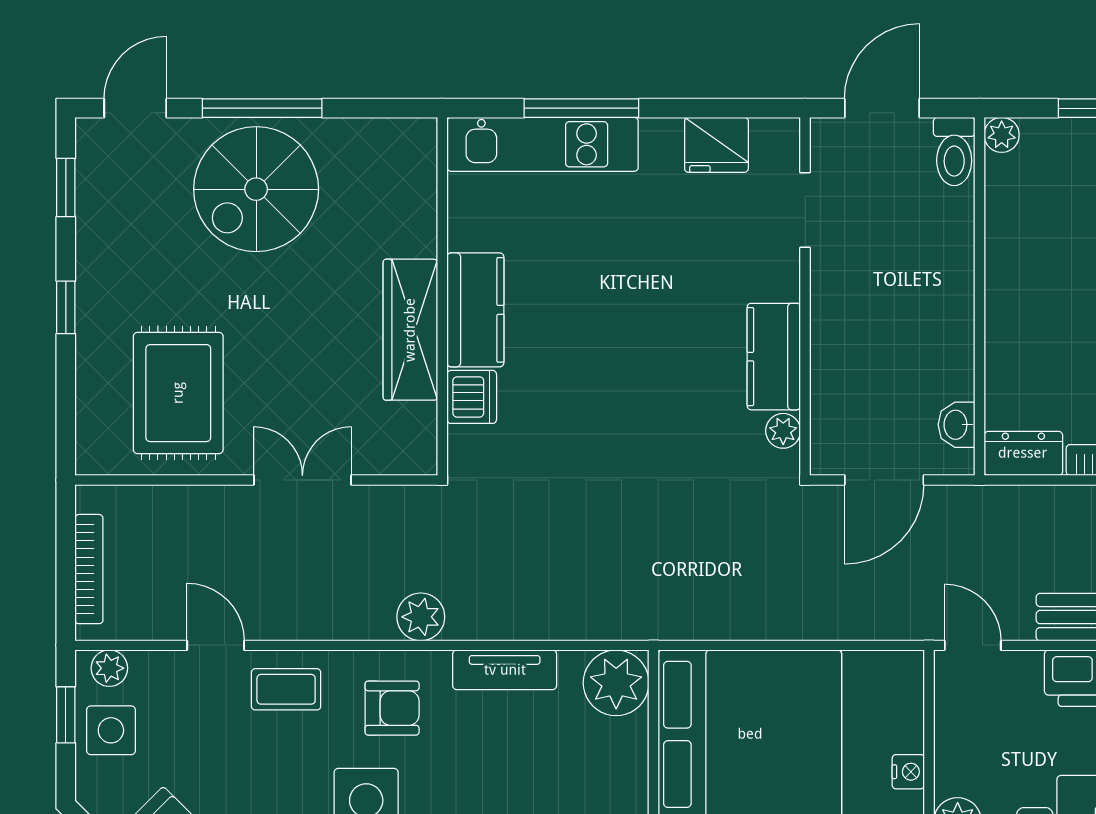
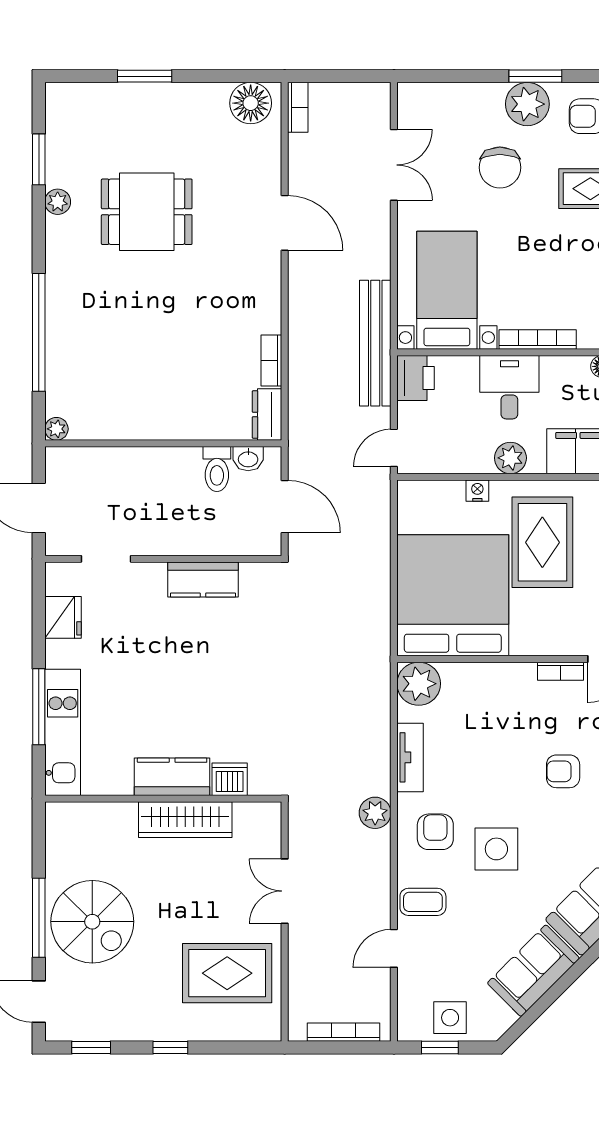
toilet: (954, 152) -> (217, 469), moved, turned 90
plant: (783, 431) -> (252, 573), removed
plant: (109, 668) -> (409, 1019), removed
coffee table: (286, 689) -> (423, 902), turned 90

